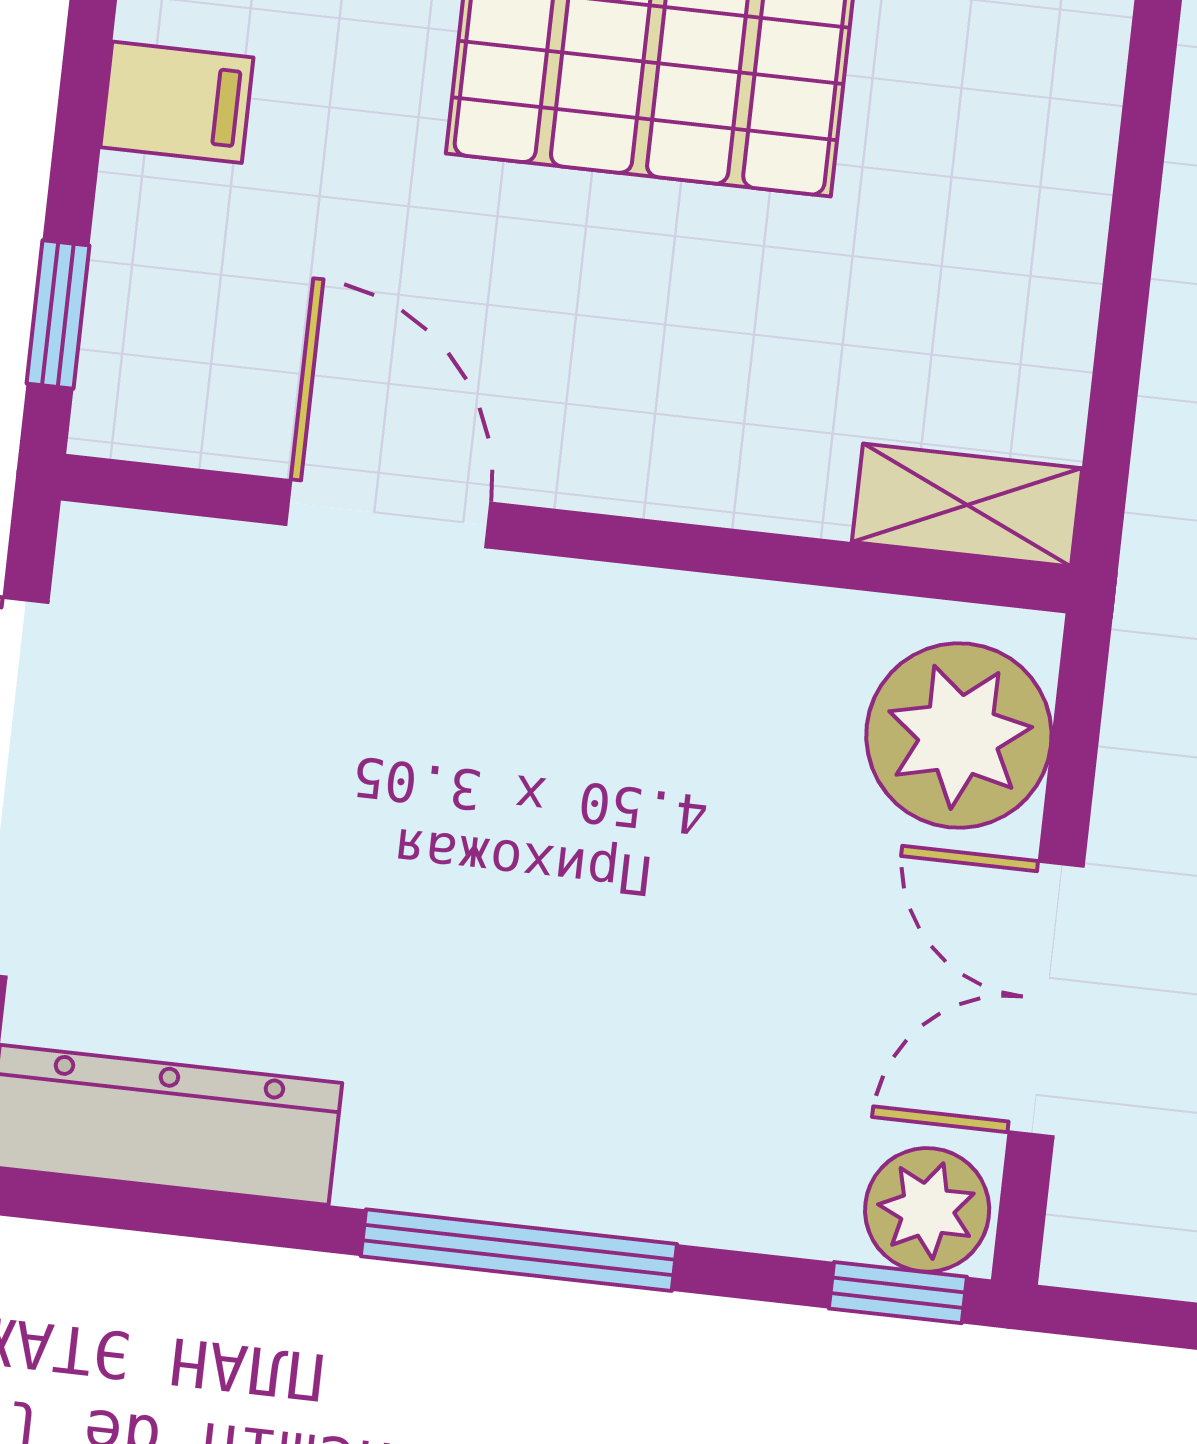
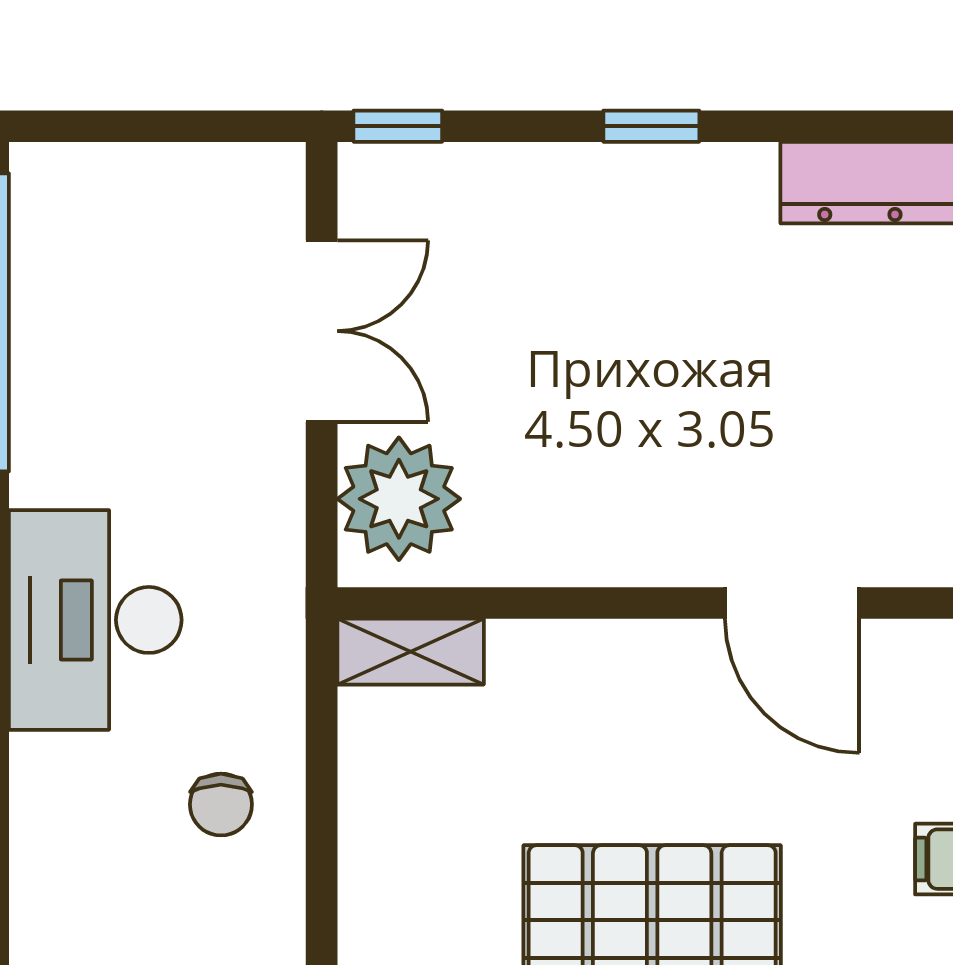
plant: (927, 1210) -> (385, 183), removed
window: (519, 1250) -> (651, 126), width x0.46

